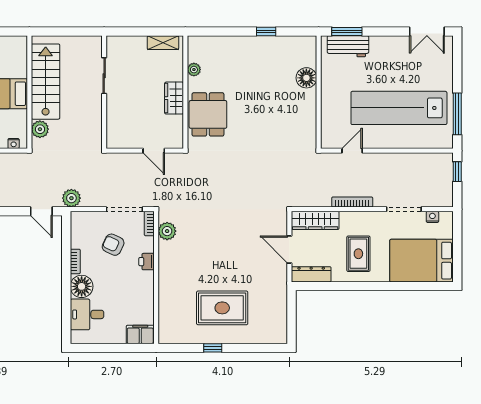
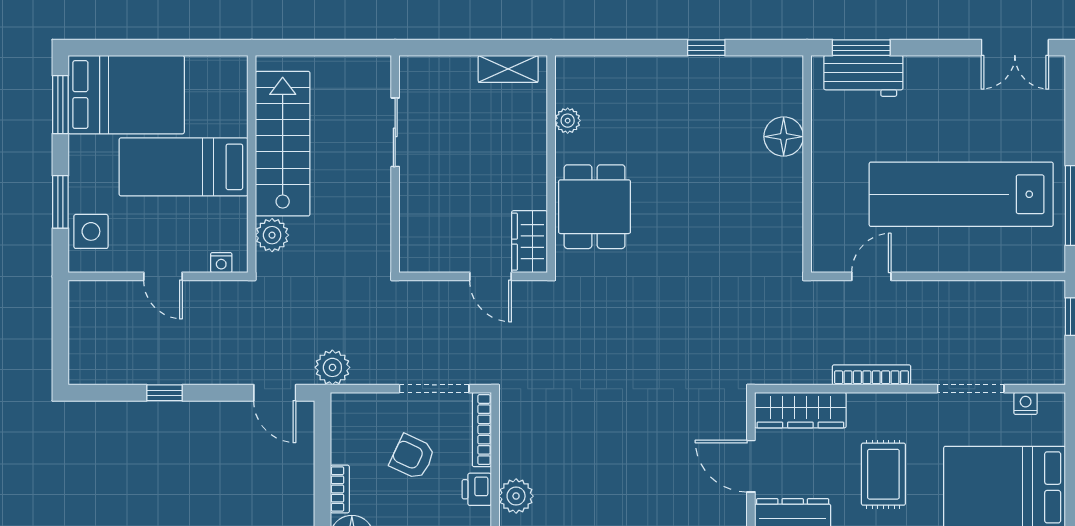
wardrobe: (174, 98) -> (530, 242), moved
bookcase: (149, 224) -> (482, 430), width x1.56
plant: (167, 231) -> (516, 496), moved

